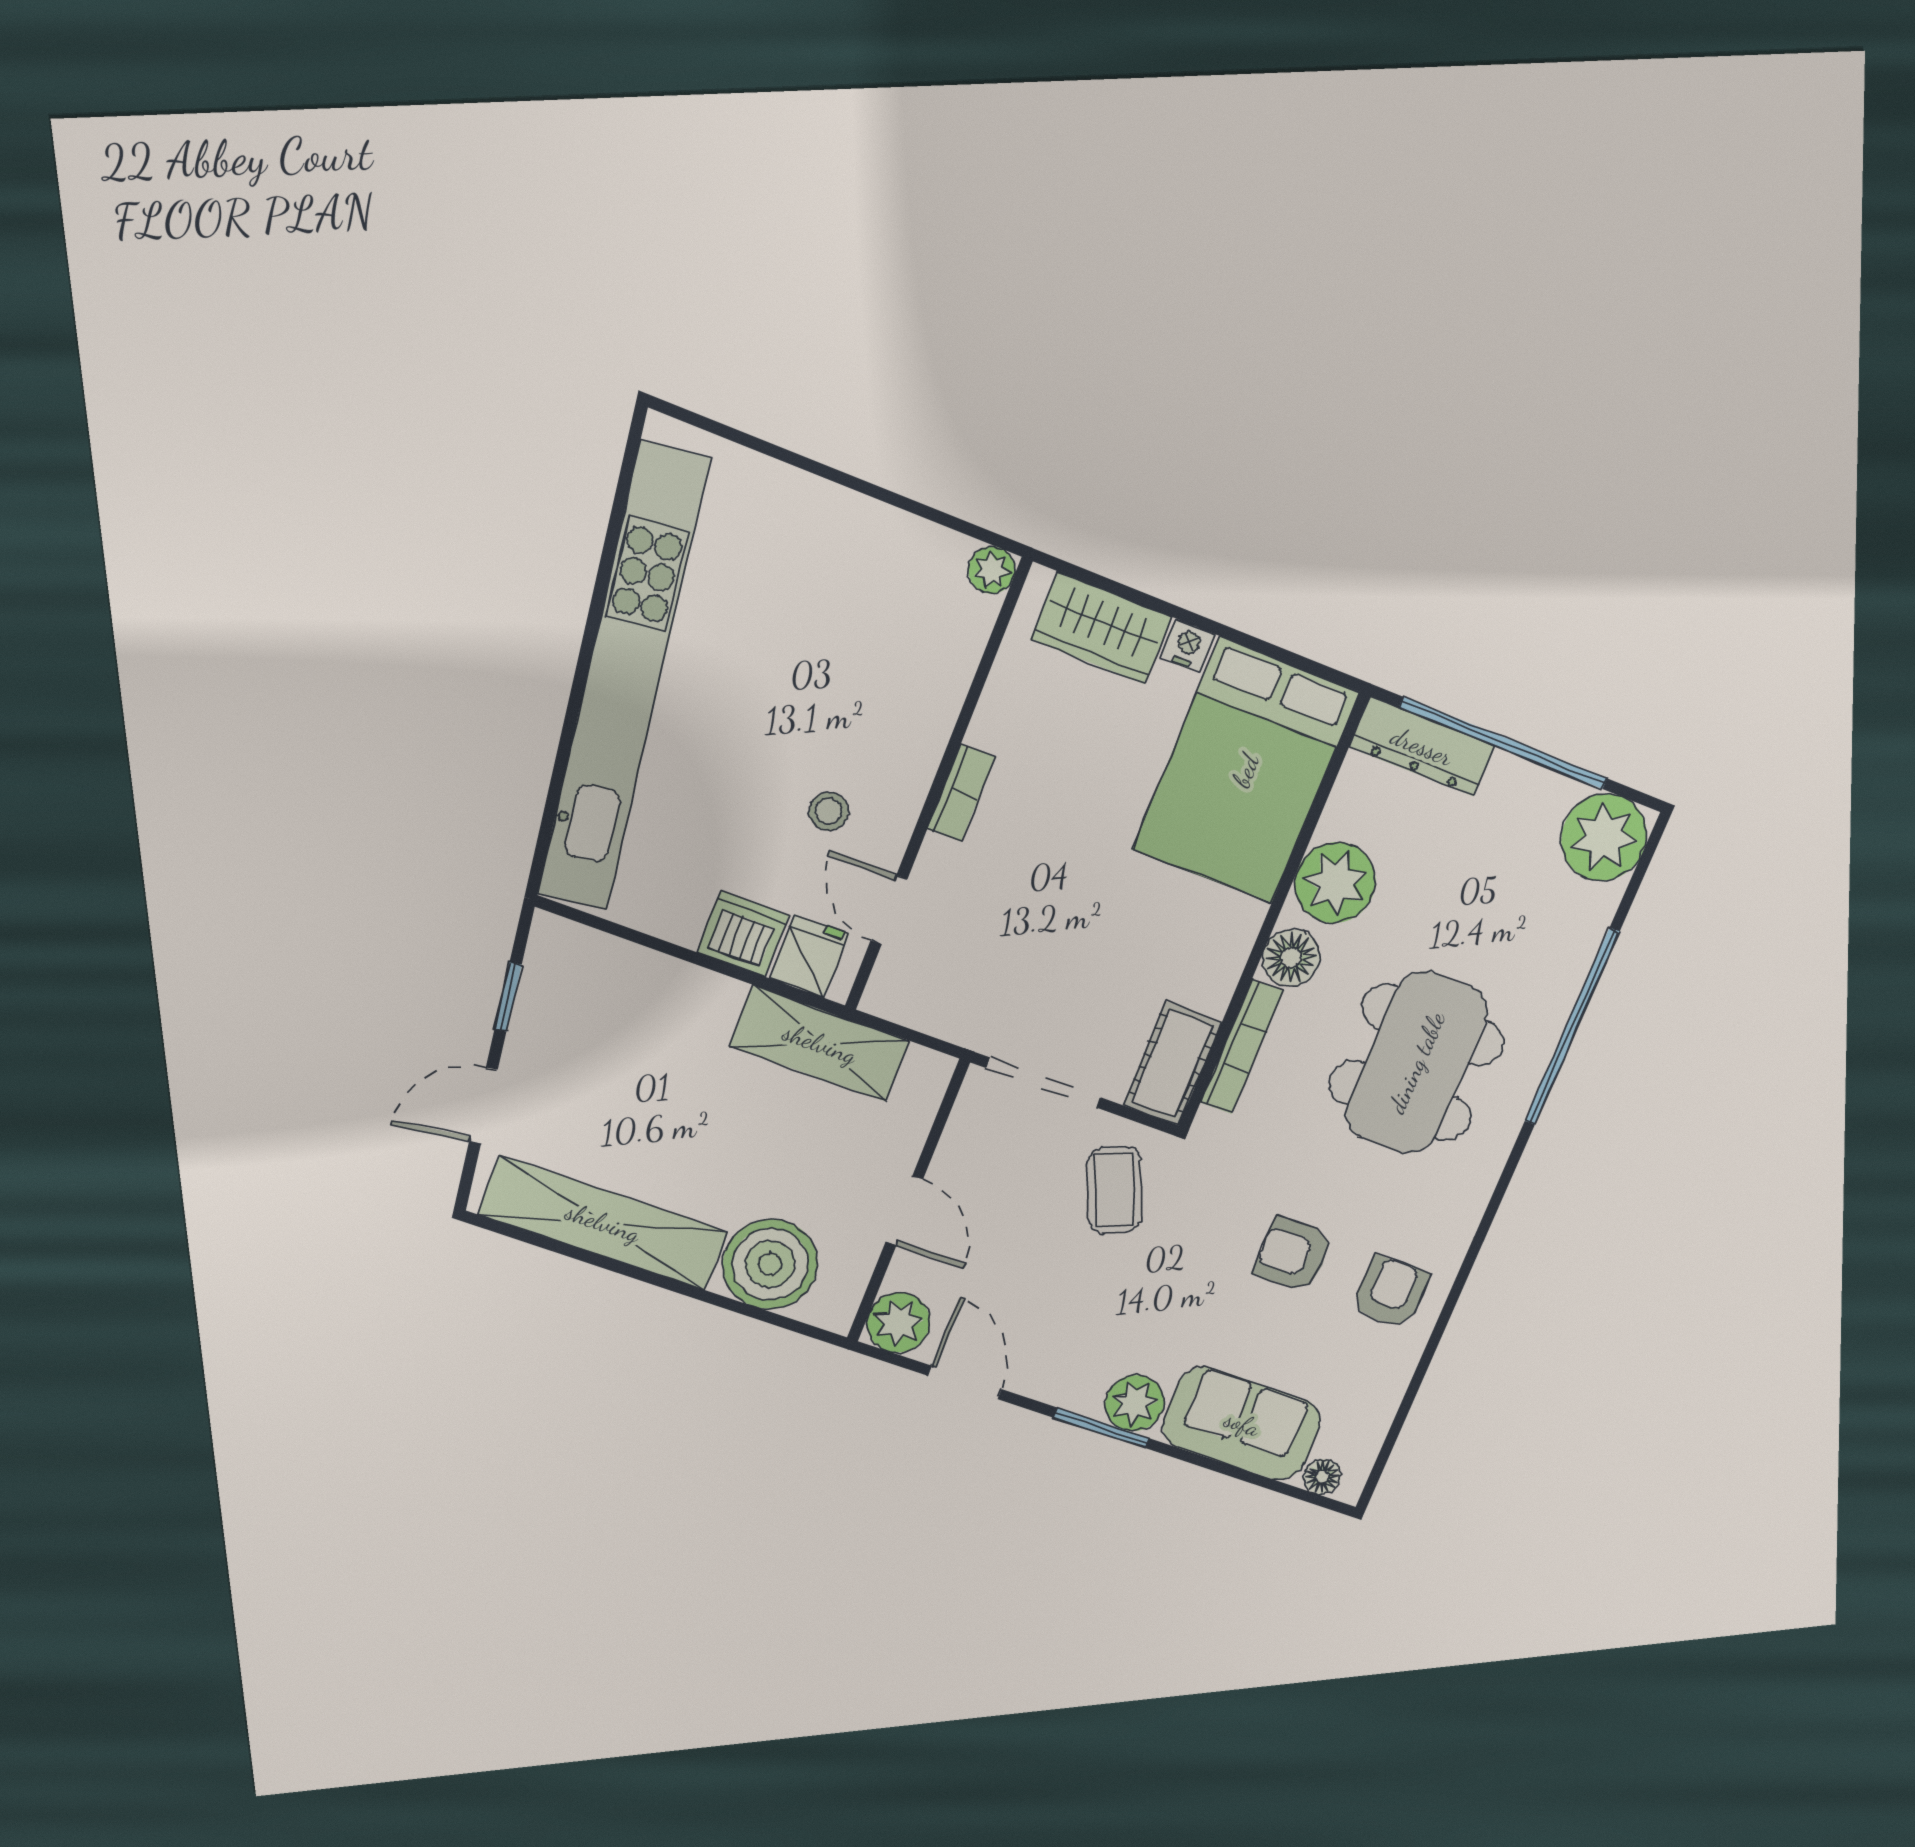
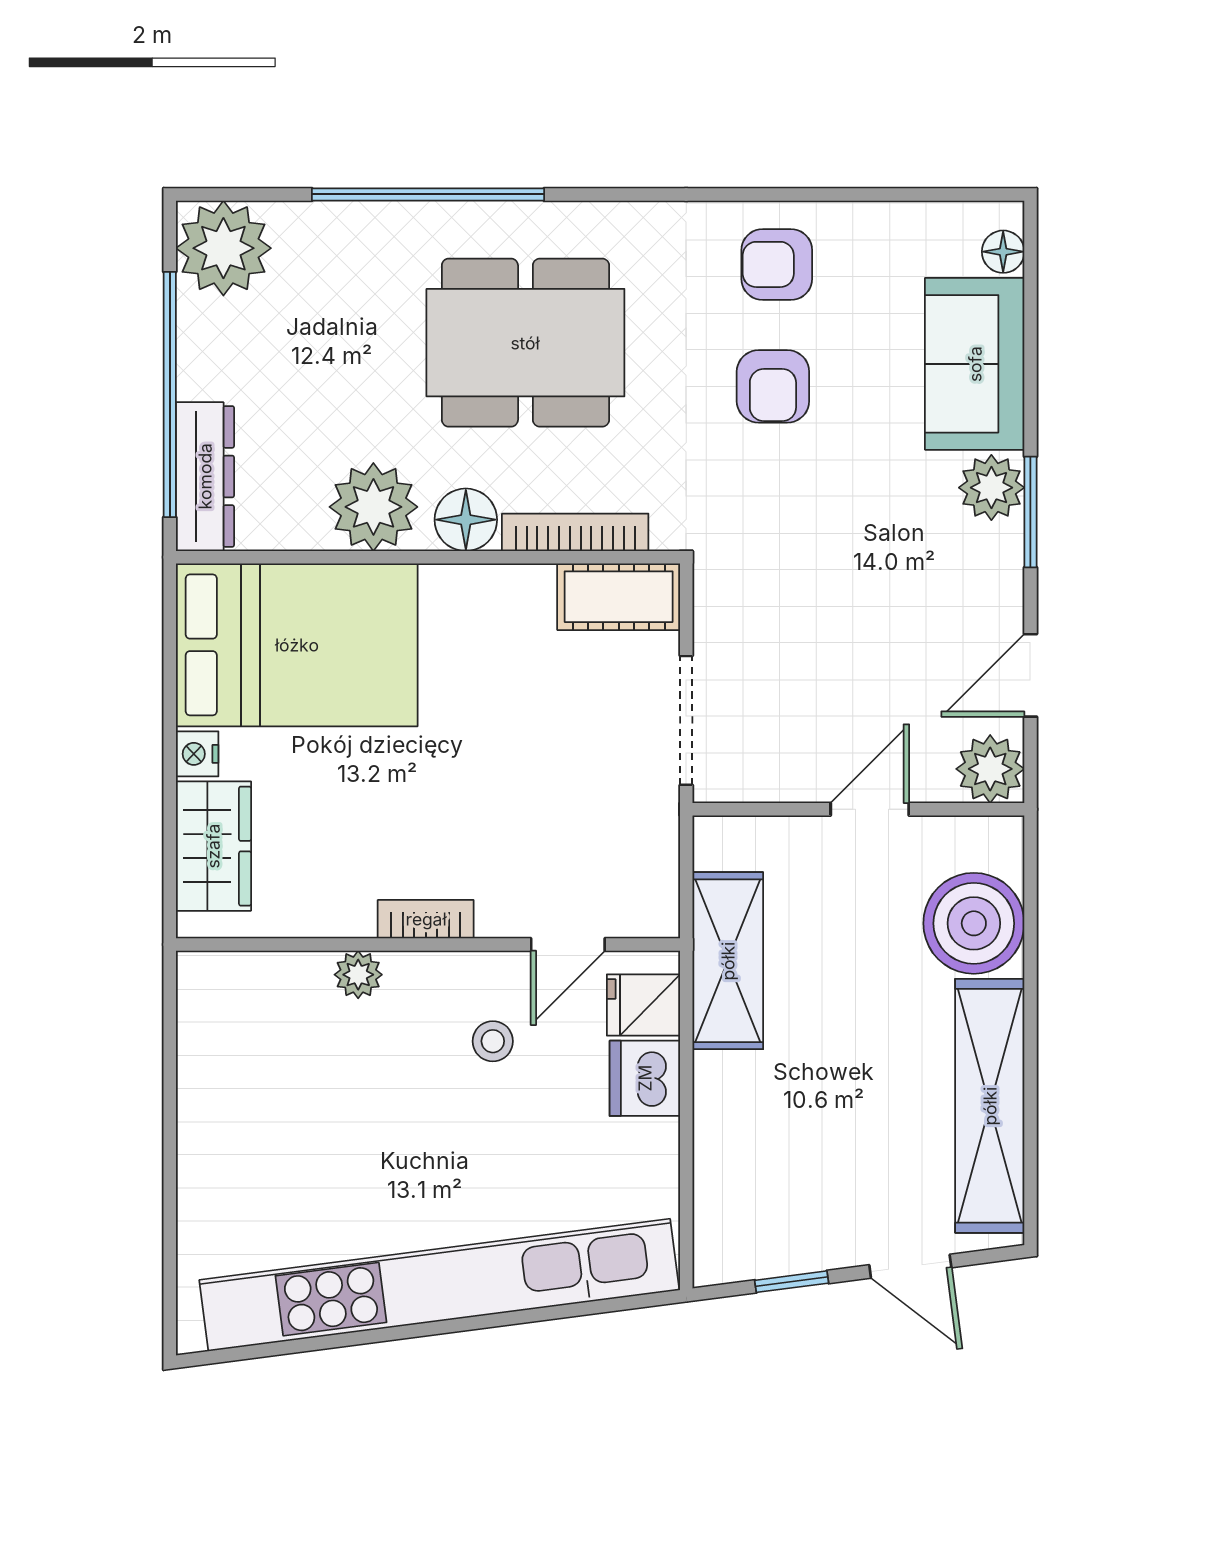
plant: (992, 570) -> (358, 975), moved
coffee table: (1114, 1190) -> (771, 602), removed

